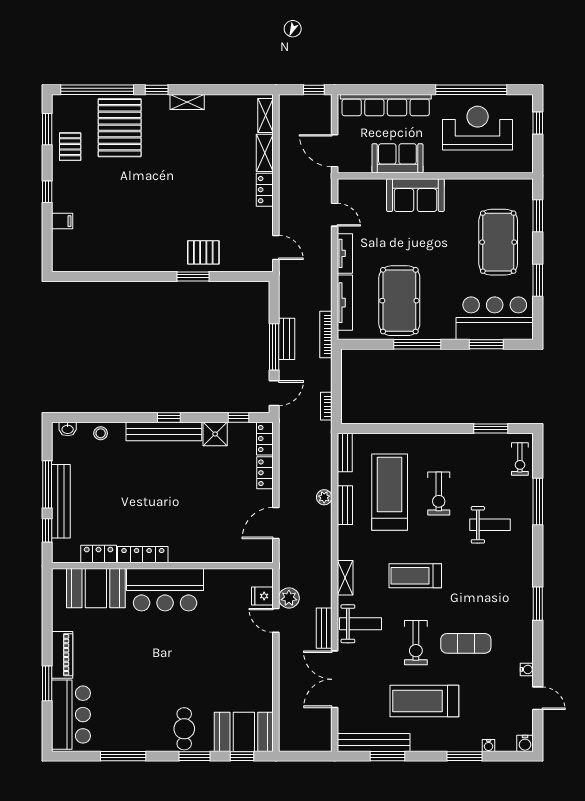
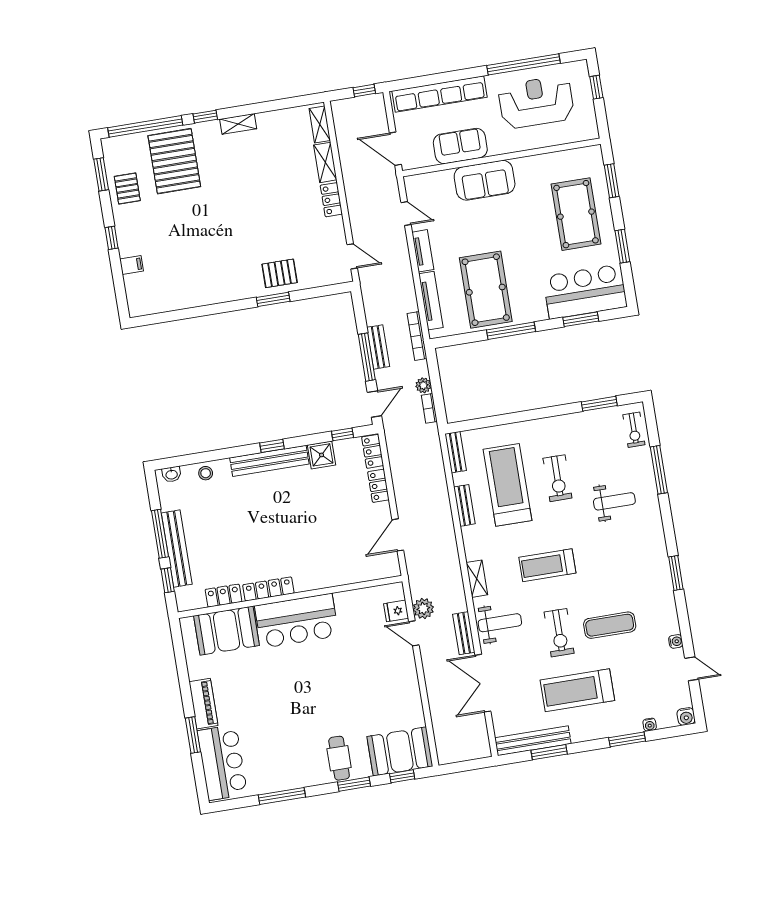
plant: (324, 497) -> (423, 385), moved

